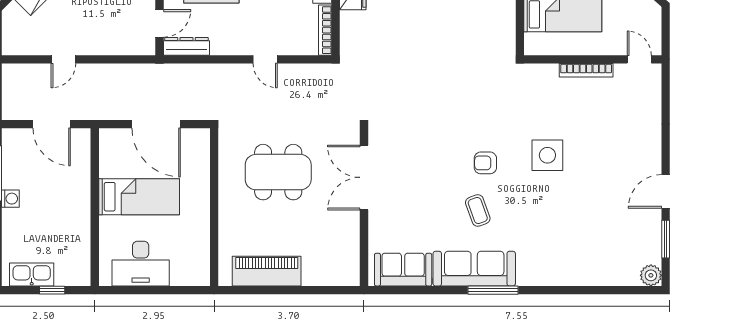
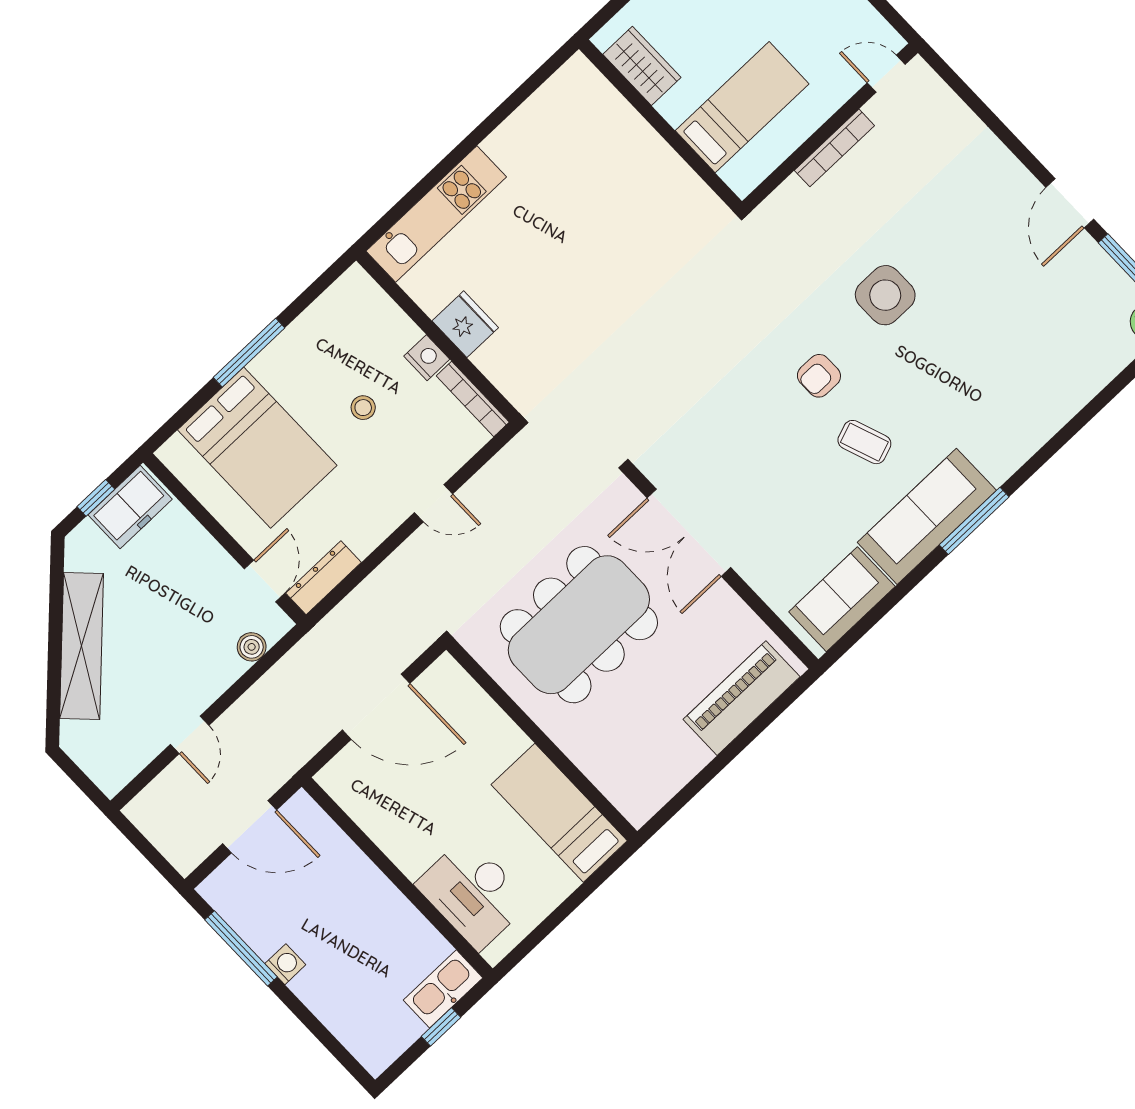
boiler: (127, 47) -> (252, 647), added
dining table: (278, 172) -> (579, 625), width x1.36, depth x1.24
bed: (139, 197) -> (559, 813), moved, turned -90
desk: (141, 264) -> (473, 893), moved, turned 90
piano: (267, 271) -> (741, 698), moved
kitchen sink: (32, 274) -> (443, 989), moved

